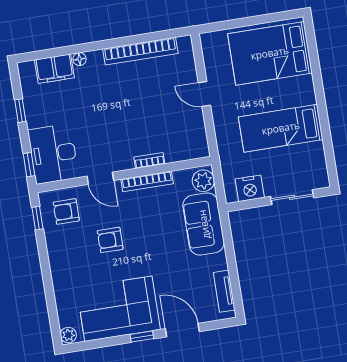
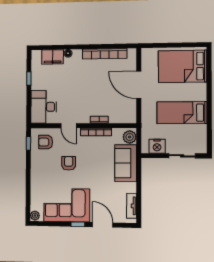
door: (204, 94) -> (139, 85), width x1.87
window: (29, 165) -> (29, 111), removed
armchair: (110, 240) -> (69, 163), turned 90

